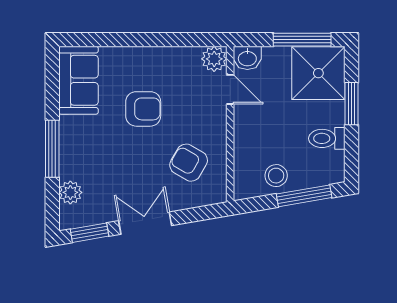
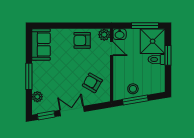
armchair: (143, 109) -> (82, 40), moved, turned 180
toilet: (327, 138) -> (157, 59), moved
window: (304, 196) -> (135, 100), moved

